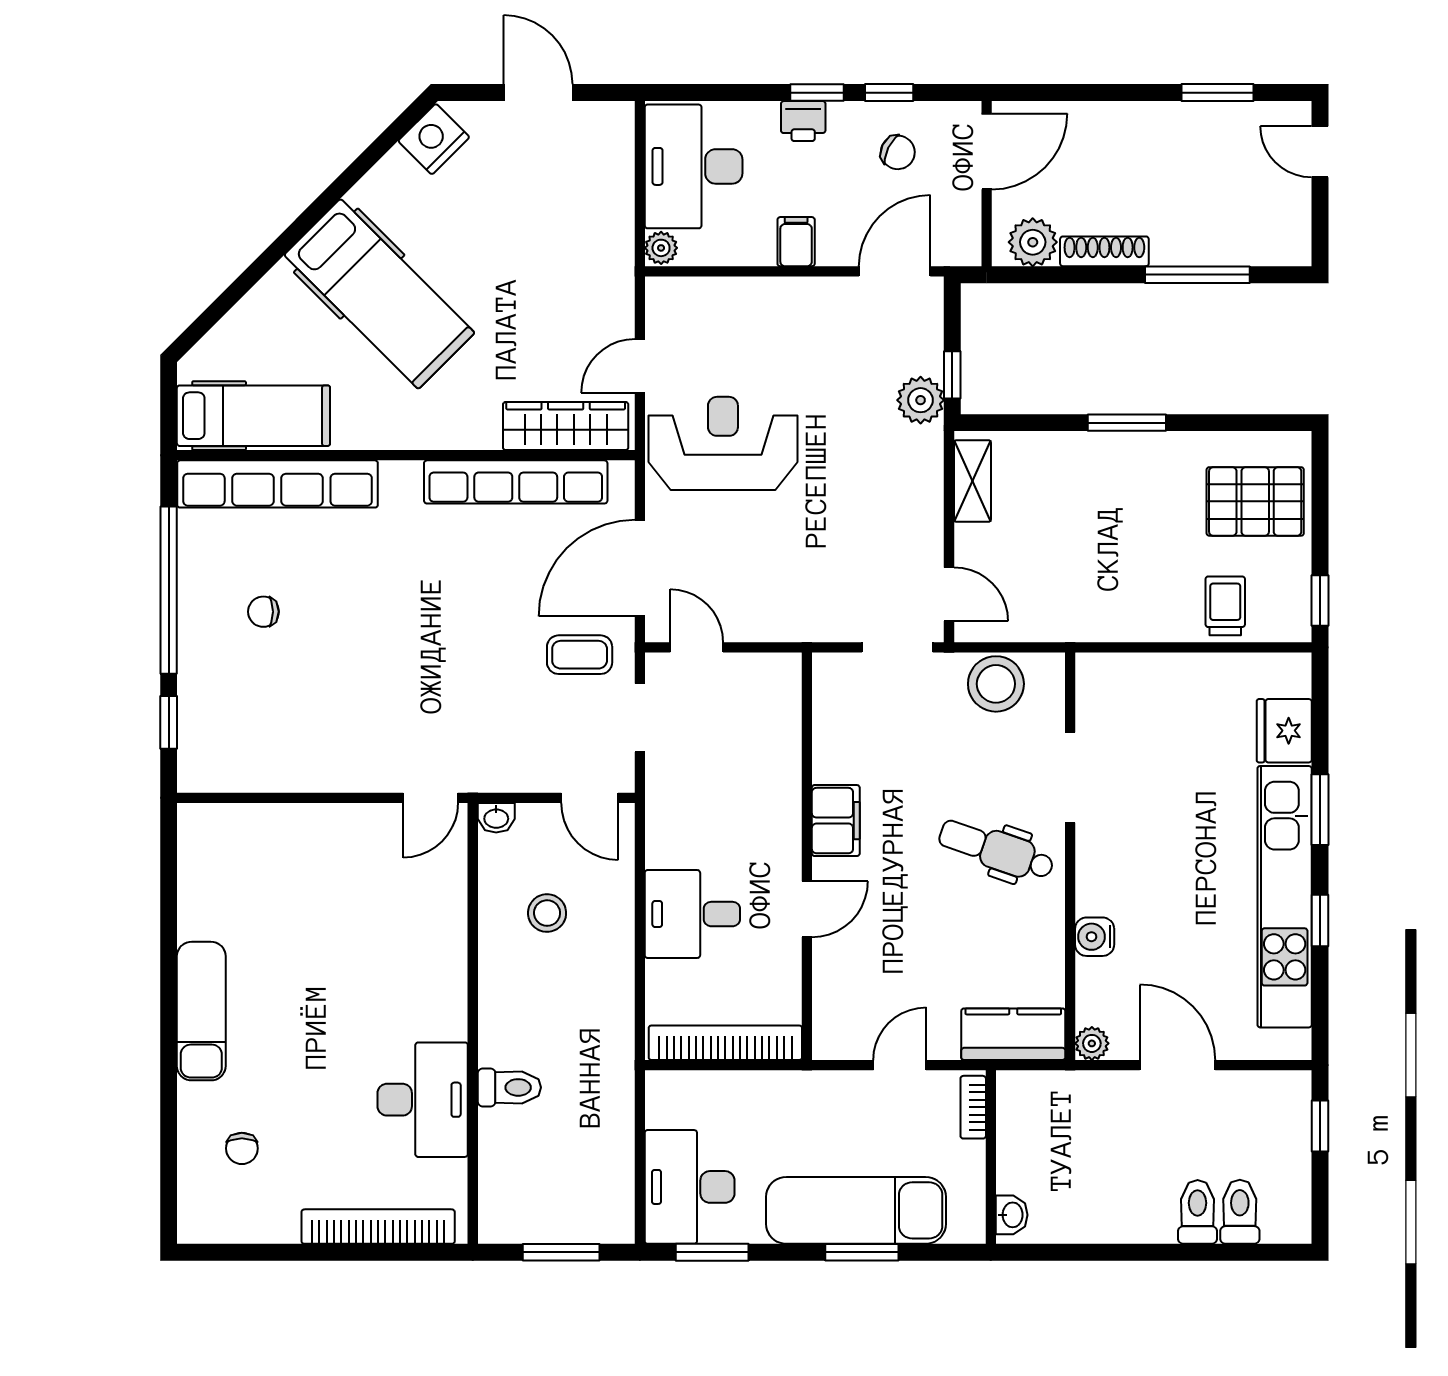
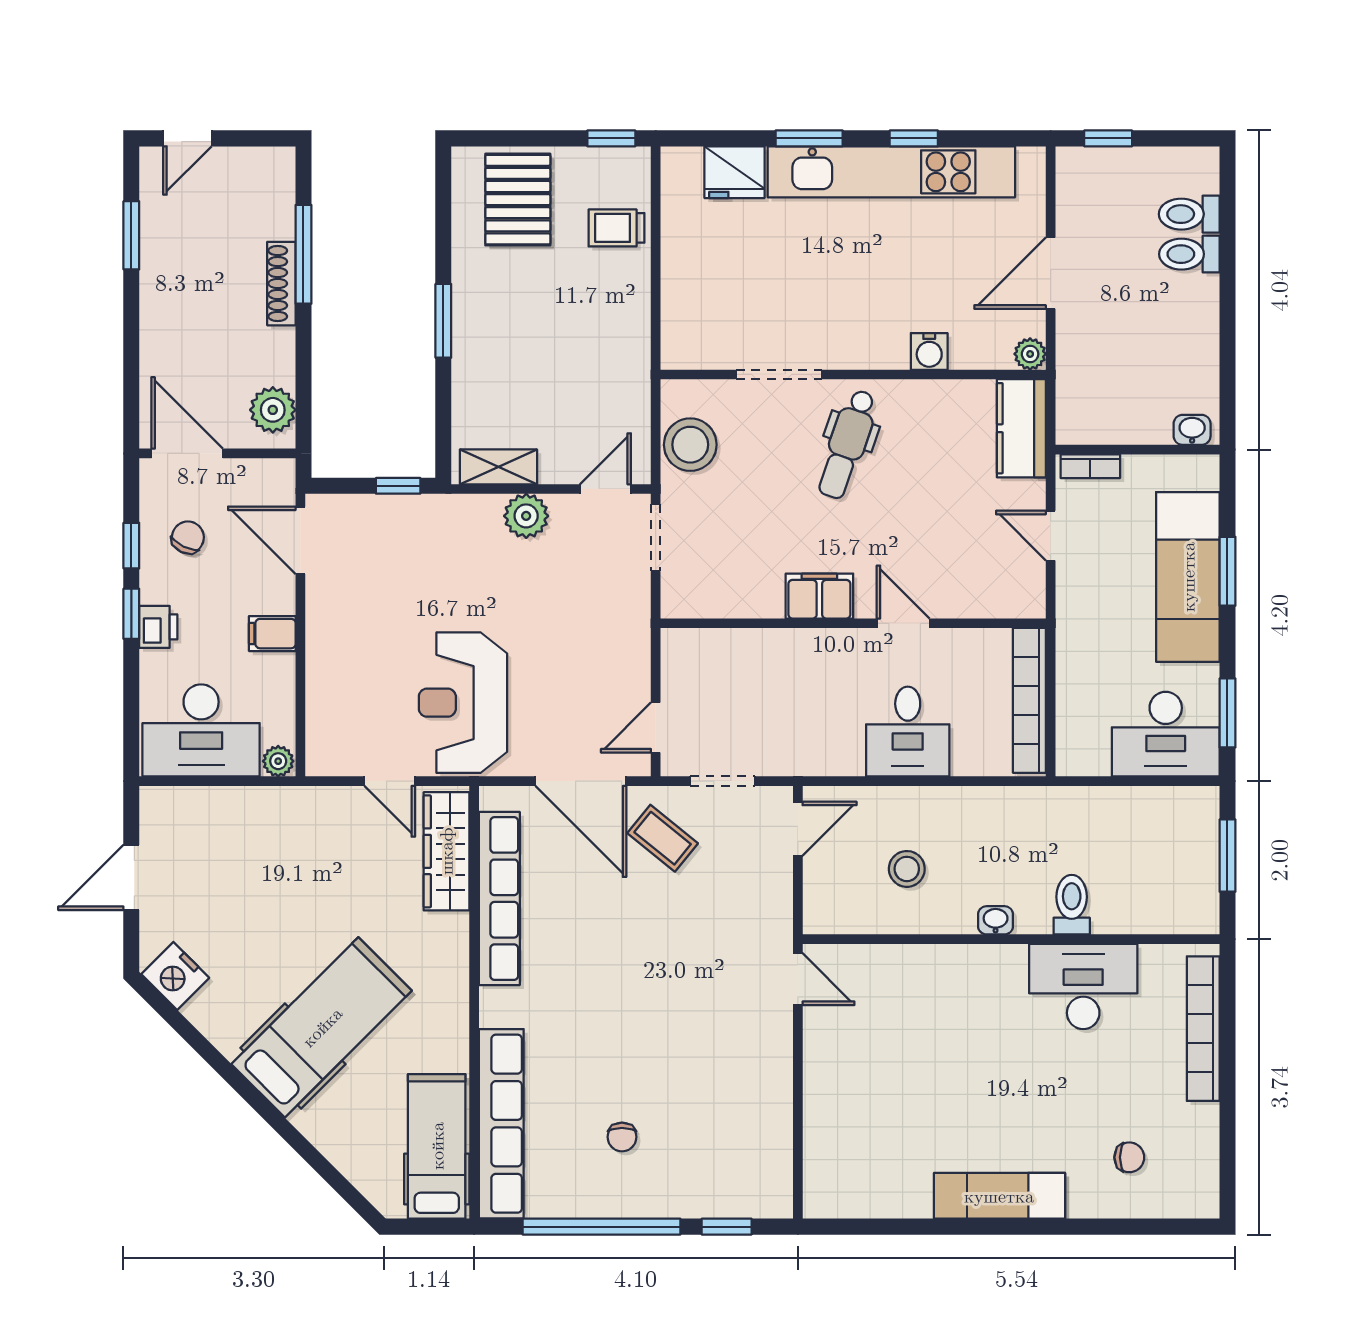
shoe rack: (1104, 251) -> (281, 284), moved
plant: (921, 400) -> (526, 516), moved
coffee table: (580, 655) -> (663, 838), turned -51
washbasin: (496, 818) -> (996, 920), moved, turned -90

